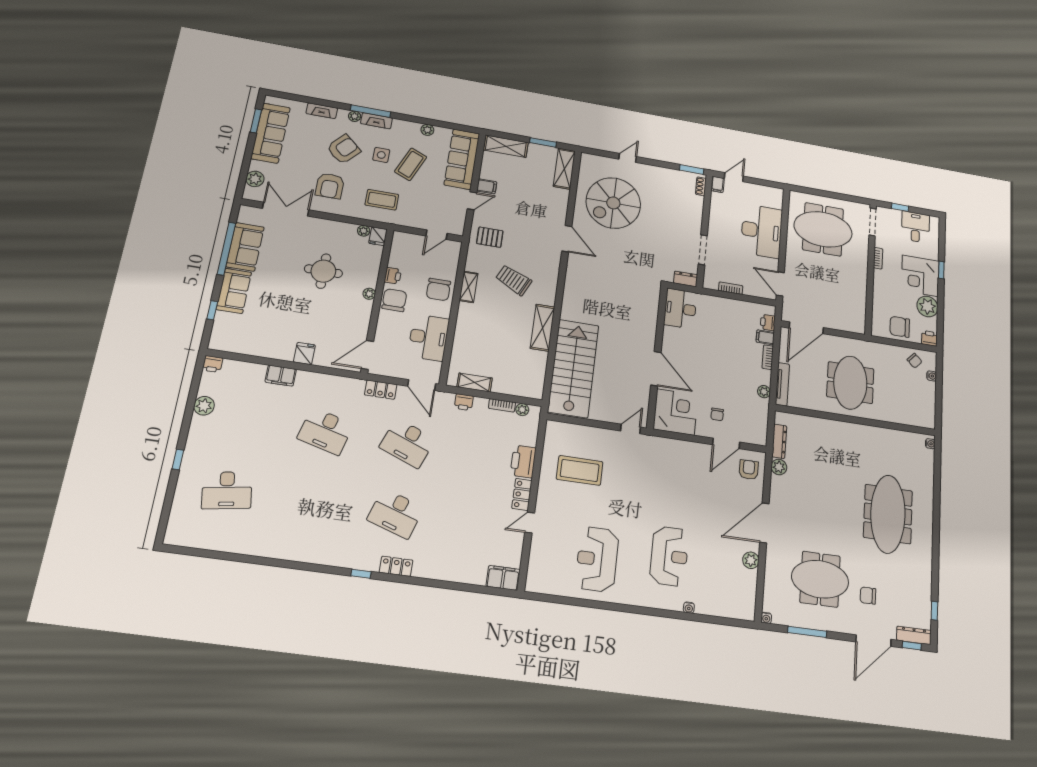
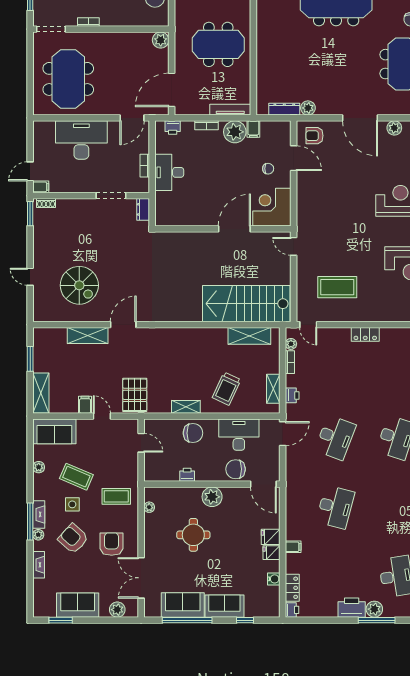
sofa: (271, 133) -> (78, 605), width x0.73
sofa: (462, 159) -> (54, 431), width x0.73
shelving: (564, 169) -> (88, 335), moved
door: (734, 177) -> (30, 171), hinge flipped
armchair: (330, 186) -> (112, 544), turned -90
coffee table: (382, 200) -> (116, 496), turned 90
spiral stairs: (613, 203) -> (79, 285), width x0.73, depth x0.73
fridge: (378, 236) -> (271, 553), moved, turned 180
pallet: (490, 237) -> (135, 395), width x1.50, depth x1.42
trolley: (514, 280) -> (226, 389), moved
plant: (369, 294) -> (212, 497), width x1.88, depth x1.88
chair: (394, 300) -> (236, 469), moved
desk: (680, 309) -> (169, 172), moved, turned 90
plant: (857, 325) -> (161, 40), added
shelving: (543, 328) -> (249, 336), moved
door: (806, 328) -> (172, 90), swing flipped
filing cabinet: (765, 337) -> (253, 129), moved
water cooler: (254, 349) -> (274, 579), added
filing cabinet: (281, 376) -> (293, 547), width x0.50
locker: (381, 390) -> (292, 588), moved
plant: (764, 392) -> (235, 132), width x1.87, depth x1.87
plant: (204, 406) -> (374, 609), moved
window: (178, 459) -> (377, 620), width x2.17
printer: (523, 462) -> (352, 608), moved, turned 180
coffee table: (580, 470) -> (337, 287), turned 90
door: (530, 523) -> (308, 325), moved

